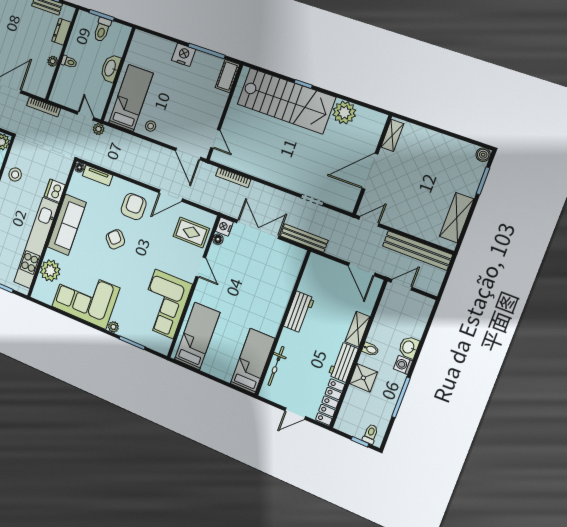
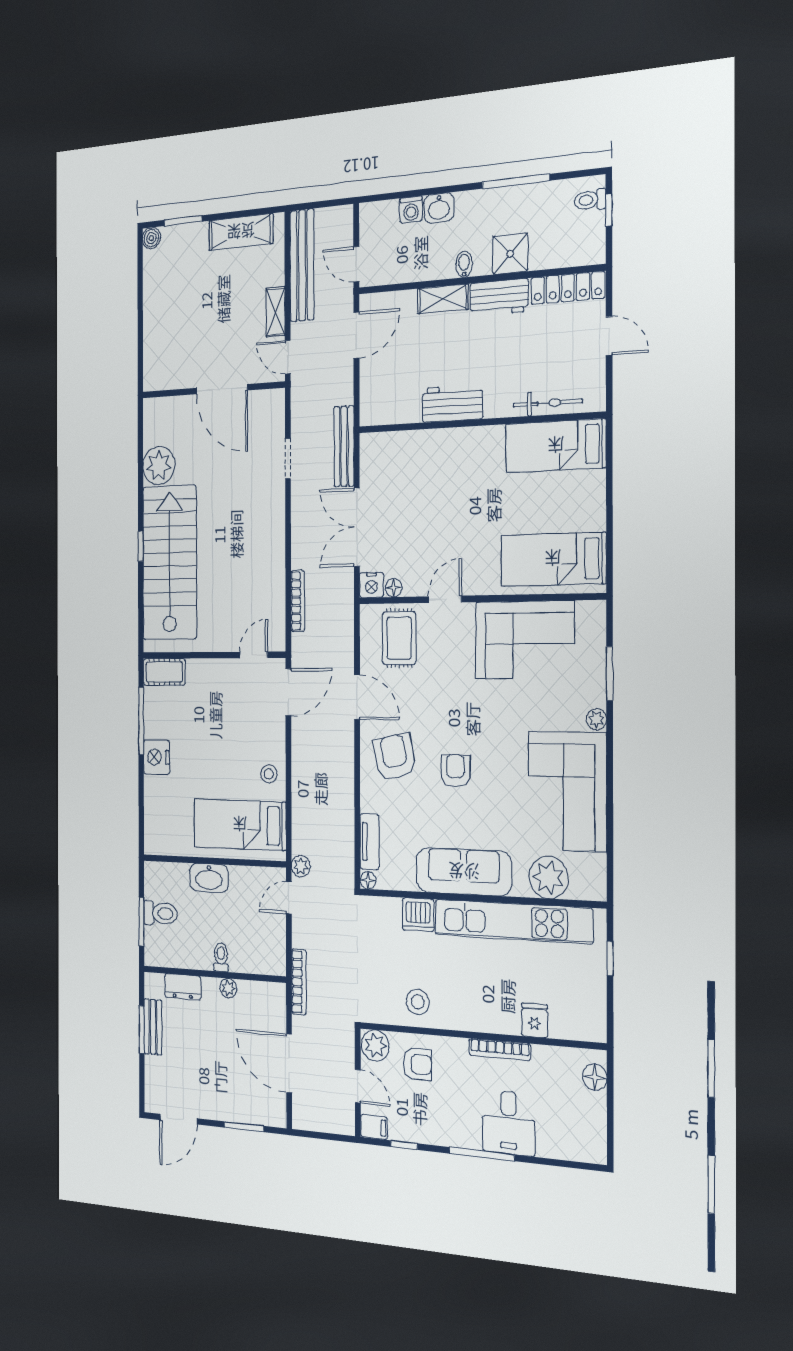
shelving: (392, 135) -> (276, 312), moved, turned 90
armchair: (134, 207) -> (395, 757), turned 78
armchair: (115, 239) -> (455, 771), turned 134
washing machine: (403, 365) -> (411, 210), moved

